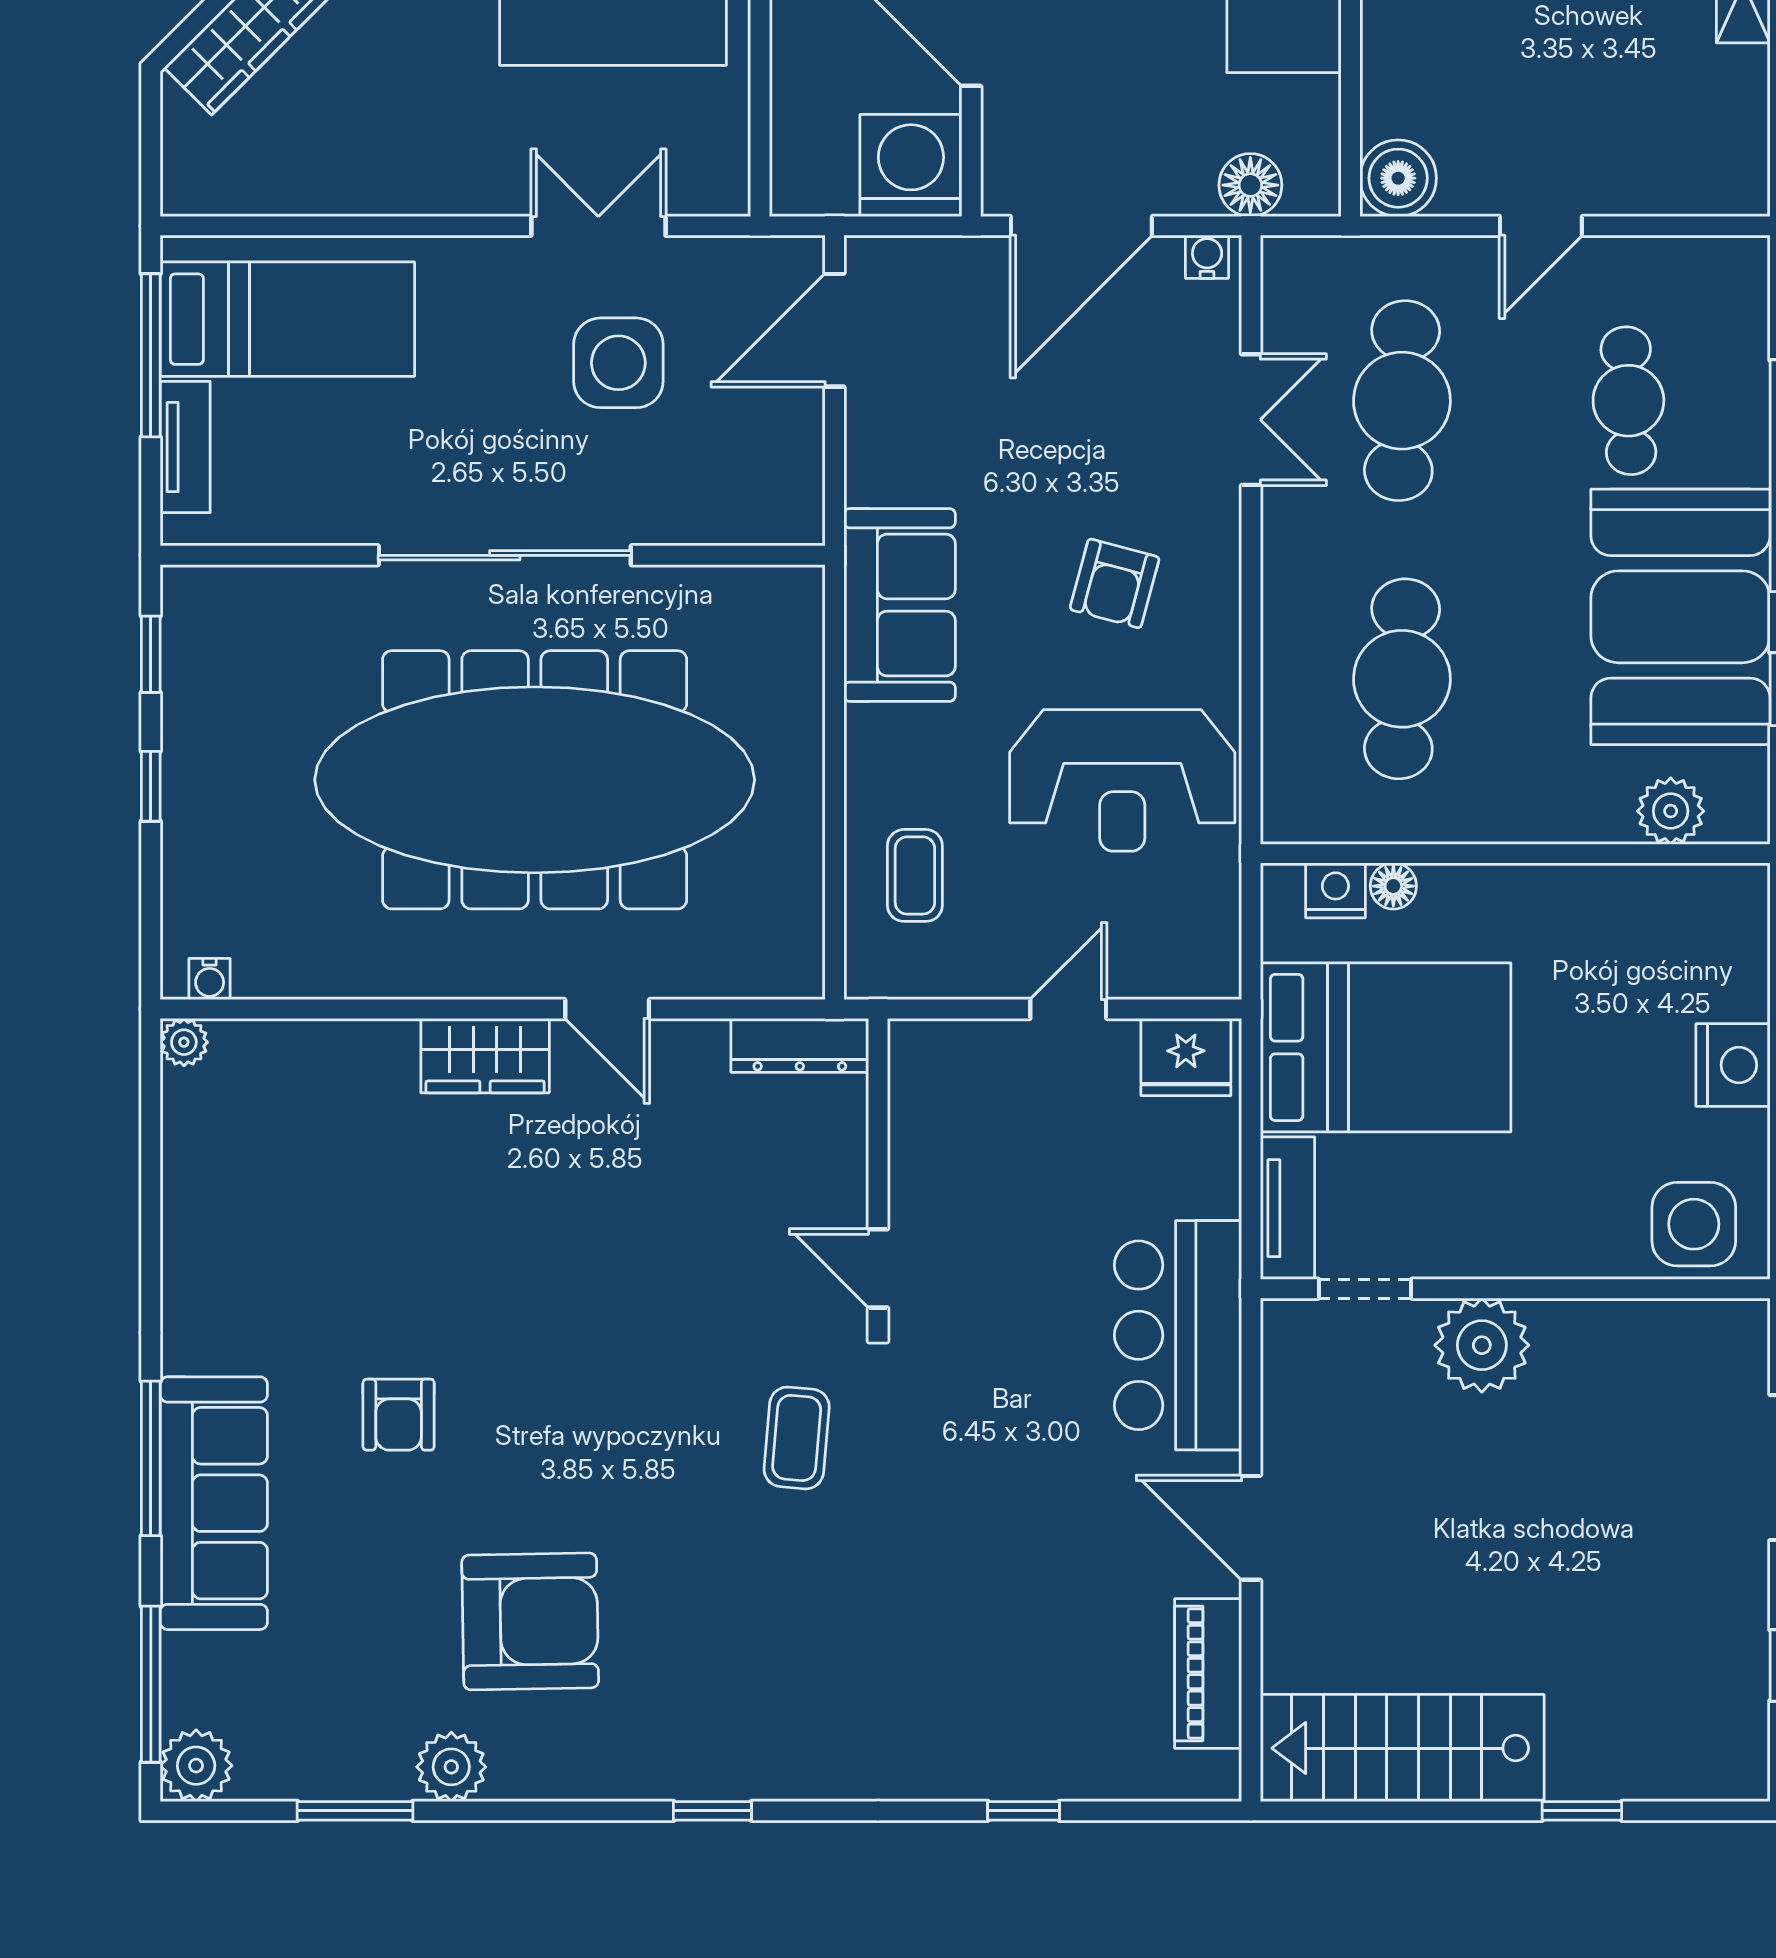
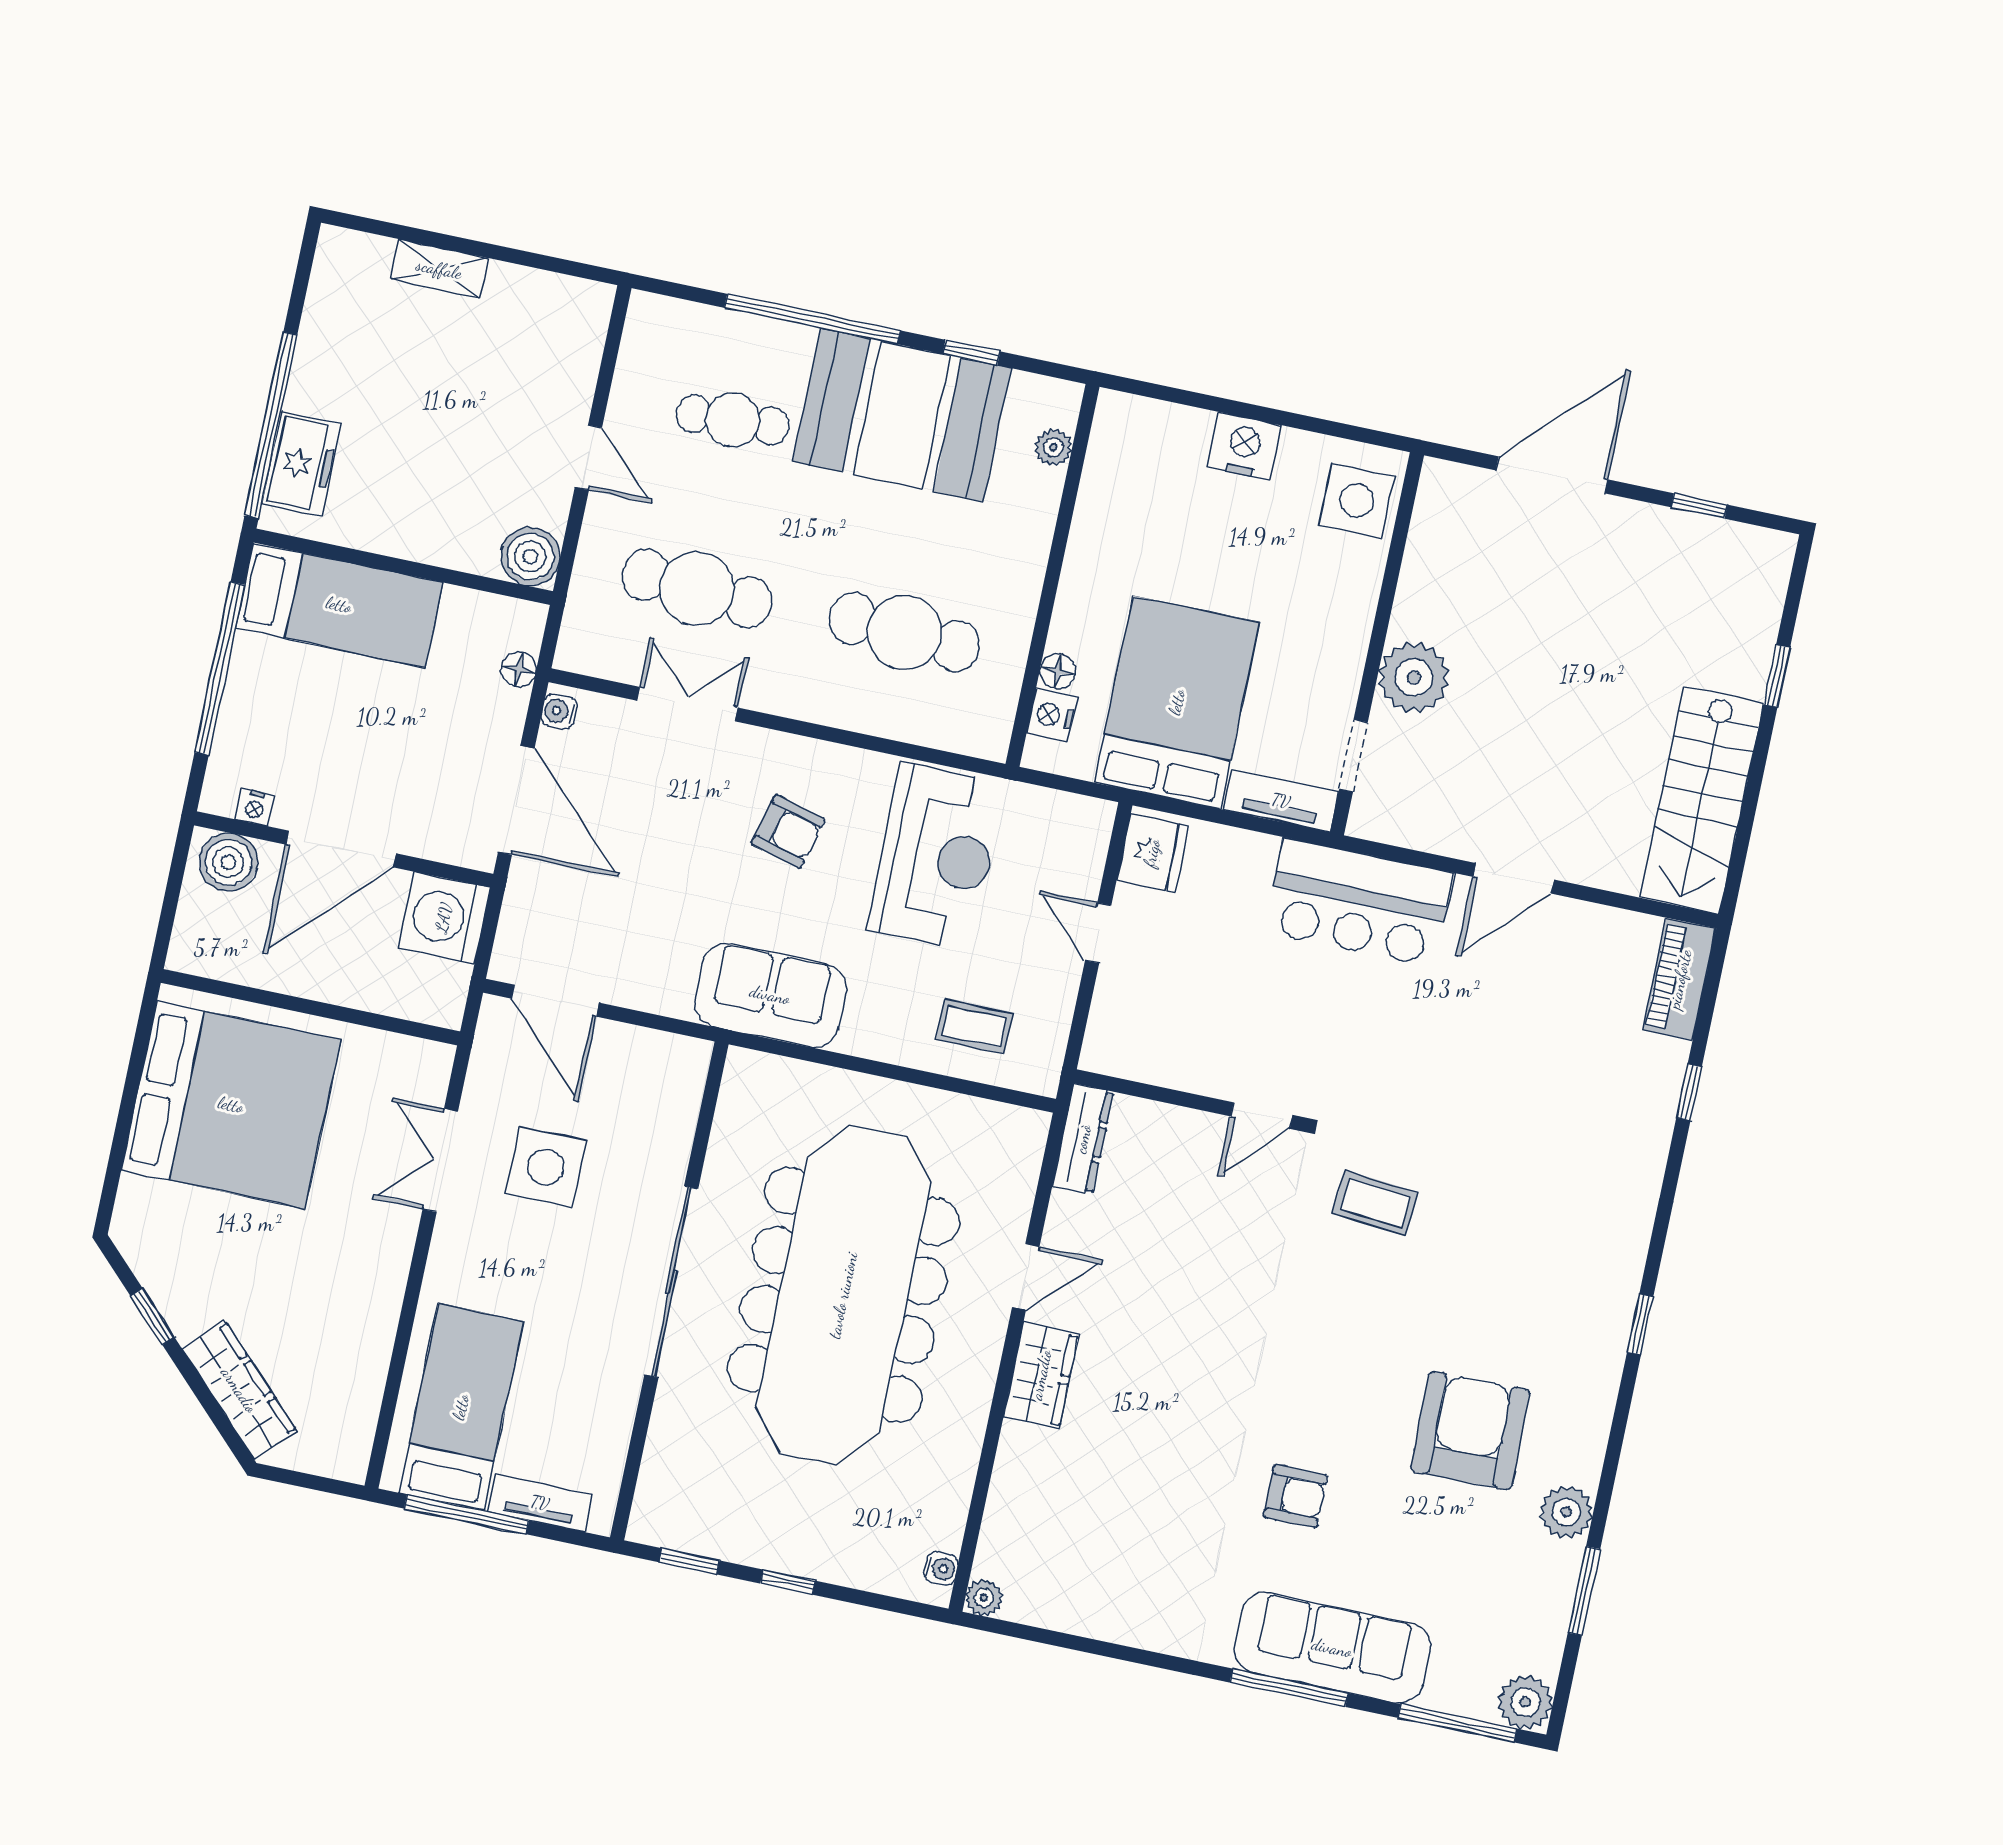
floor lamp: (1250, 185) -> (519, 669), width x0.73, depth x0.73
plant: (1671, 811) -> (1053, 447), width x0.73, depth x0.73
piano: (1208, 1673) -> (1680, 979), moved, turned 90

